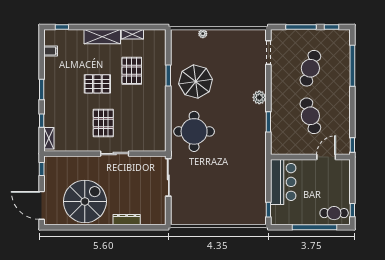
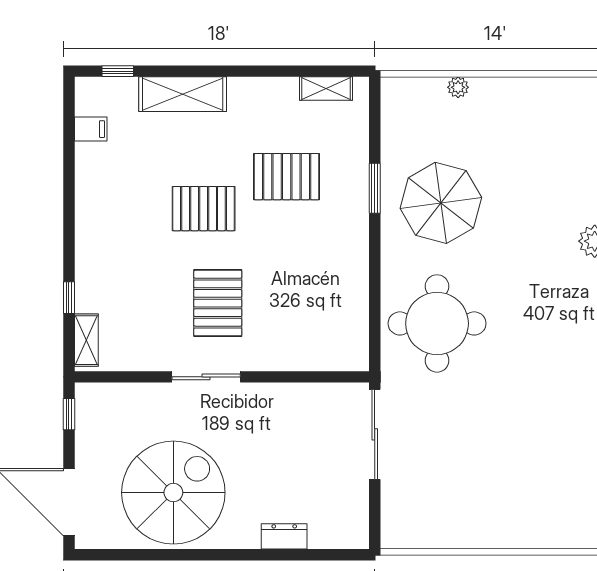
shelving: (132, 34) -> (326, 89), moved
shelving: (102, 37) -> (183, 94), moved
pallet: (132, 71) -> (287, 177), turned 90
window: (42, 90) -> (69, 222), removed
sliding door: (115, 154) -> (206, 377), moved
dresser: (127, 220) -> (284, 536), width x0.70

